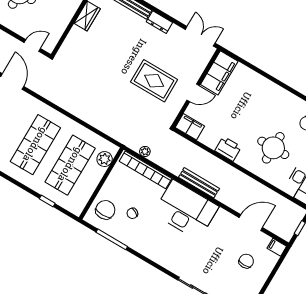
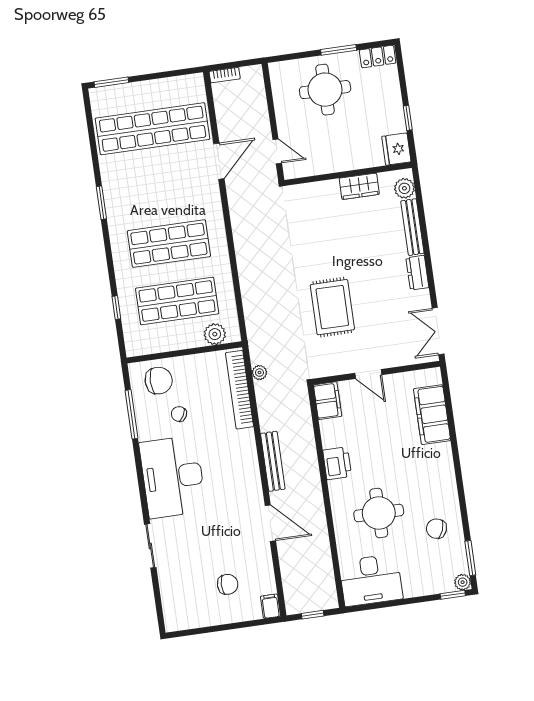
double door: (200, 36) -> (438, 331), swing flipped
filing cabinet: (219, 73) -> (432, 415), moved, turned 90
rug: (154, 81) -> (332, 307), moved
desk: (186, 210) -> (173, 477), moved, turned 180
door: (251, 223) -> (270, 523), moved

